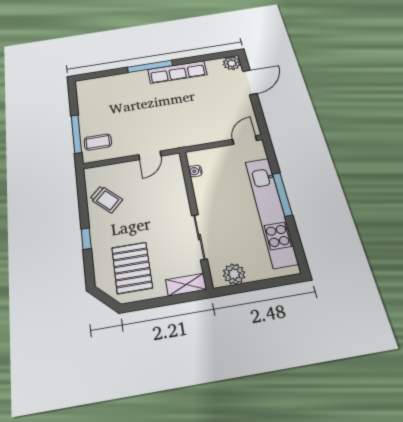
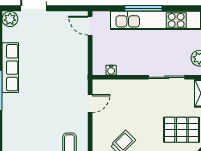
door: (150, 155) -> (90, 104), hinge flipped

